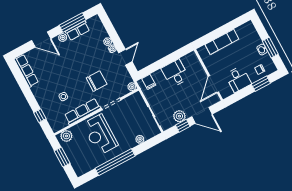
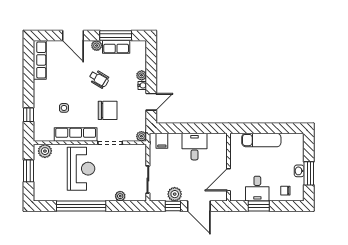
wheelchair: (78, 61) -> (99, 79), added
window: (261, 84) -> (259, 206), moved
reception desk: (100, 135) -> (81, 169), turned 180

